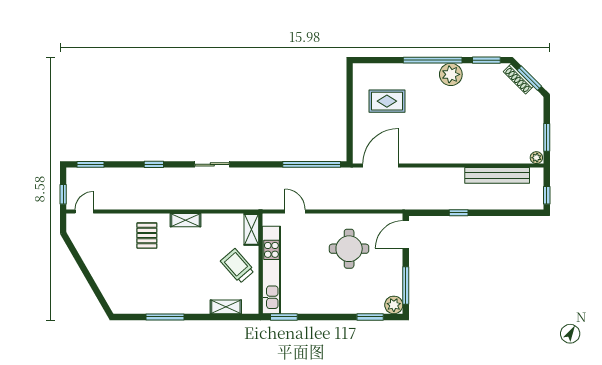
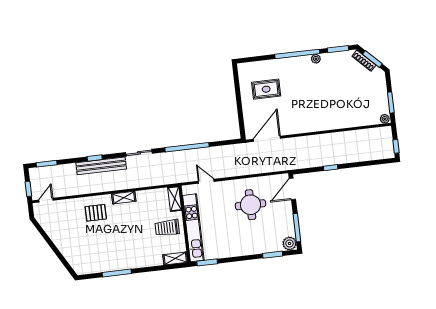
plant: (451, 74) -> (316, 59), width x0.53, depth x0.53
window: (312, 164) -> (187, 147), moved
bench: (497, 175) -> (101, 166), moved
pallet: (147, 236) -> (96, 213), turned 90
trolley: (237, 266) -> (167, 228), turned -49
shelving: (226, 307) -> (175, 258), moved

